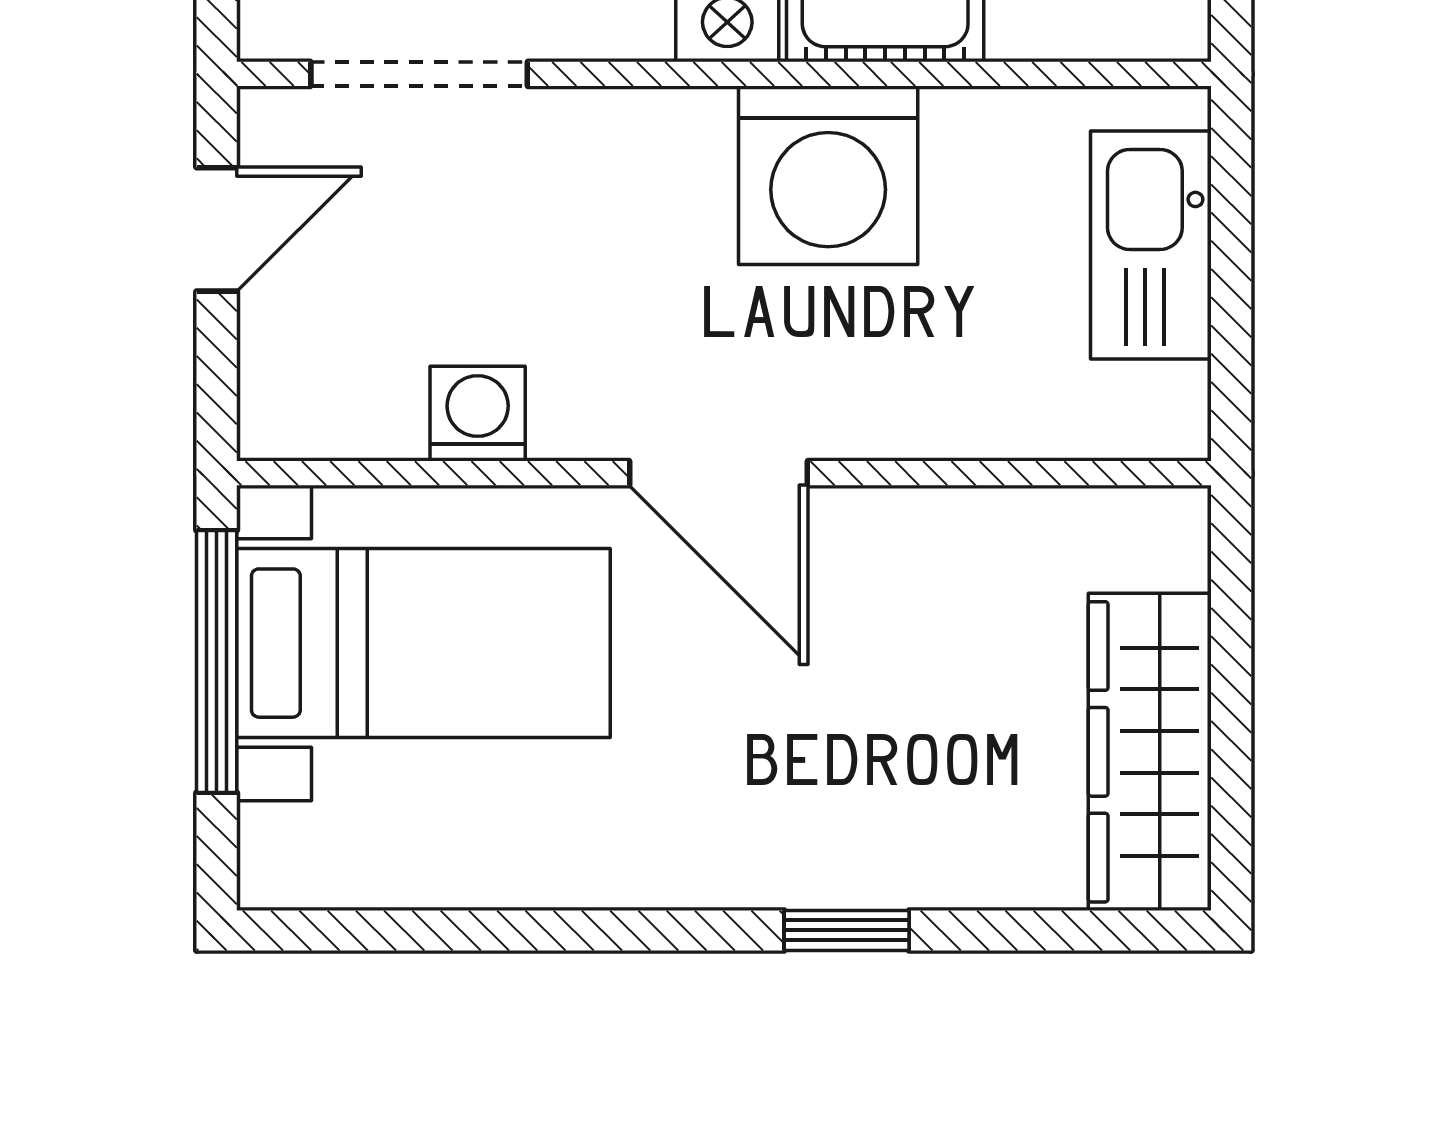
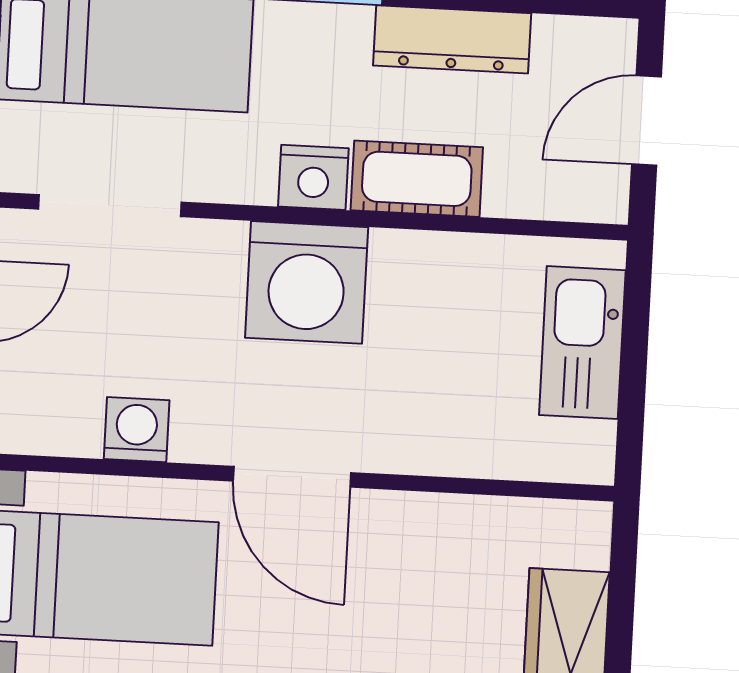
washing machine: (828, 175) -> (307, 282), moved

